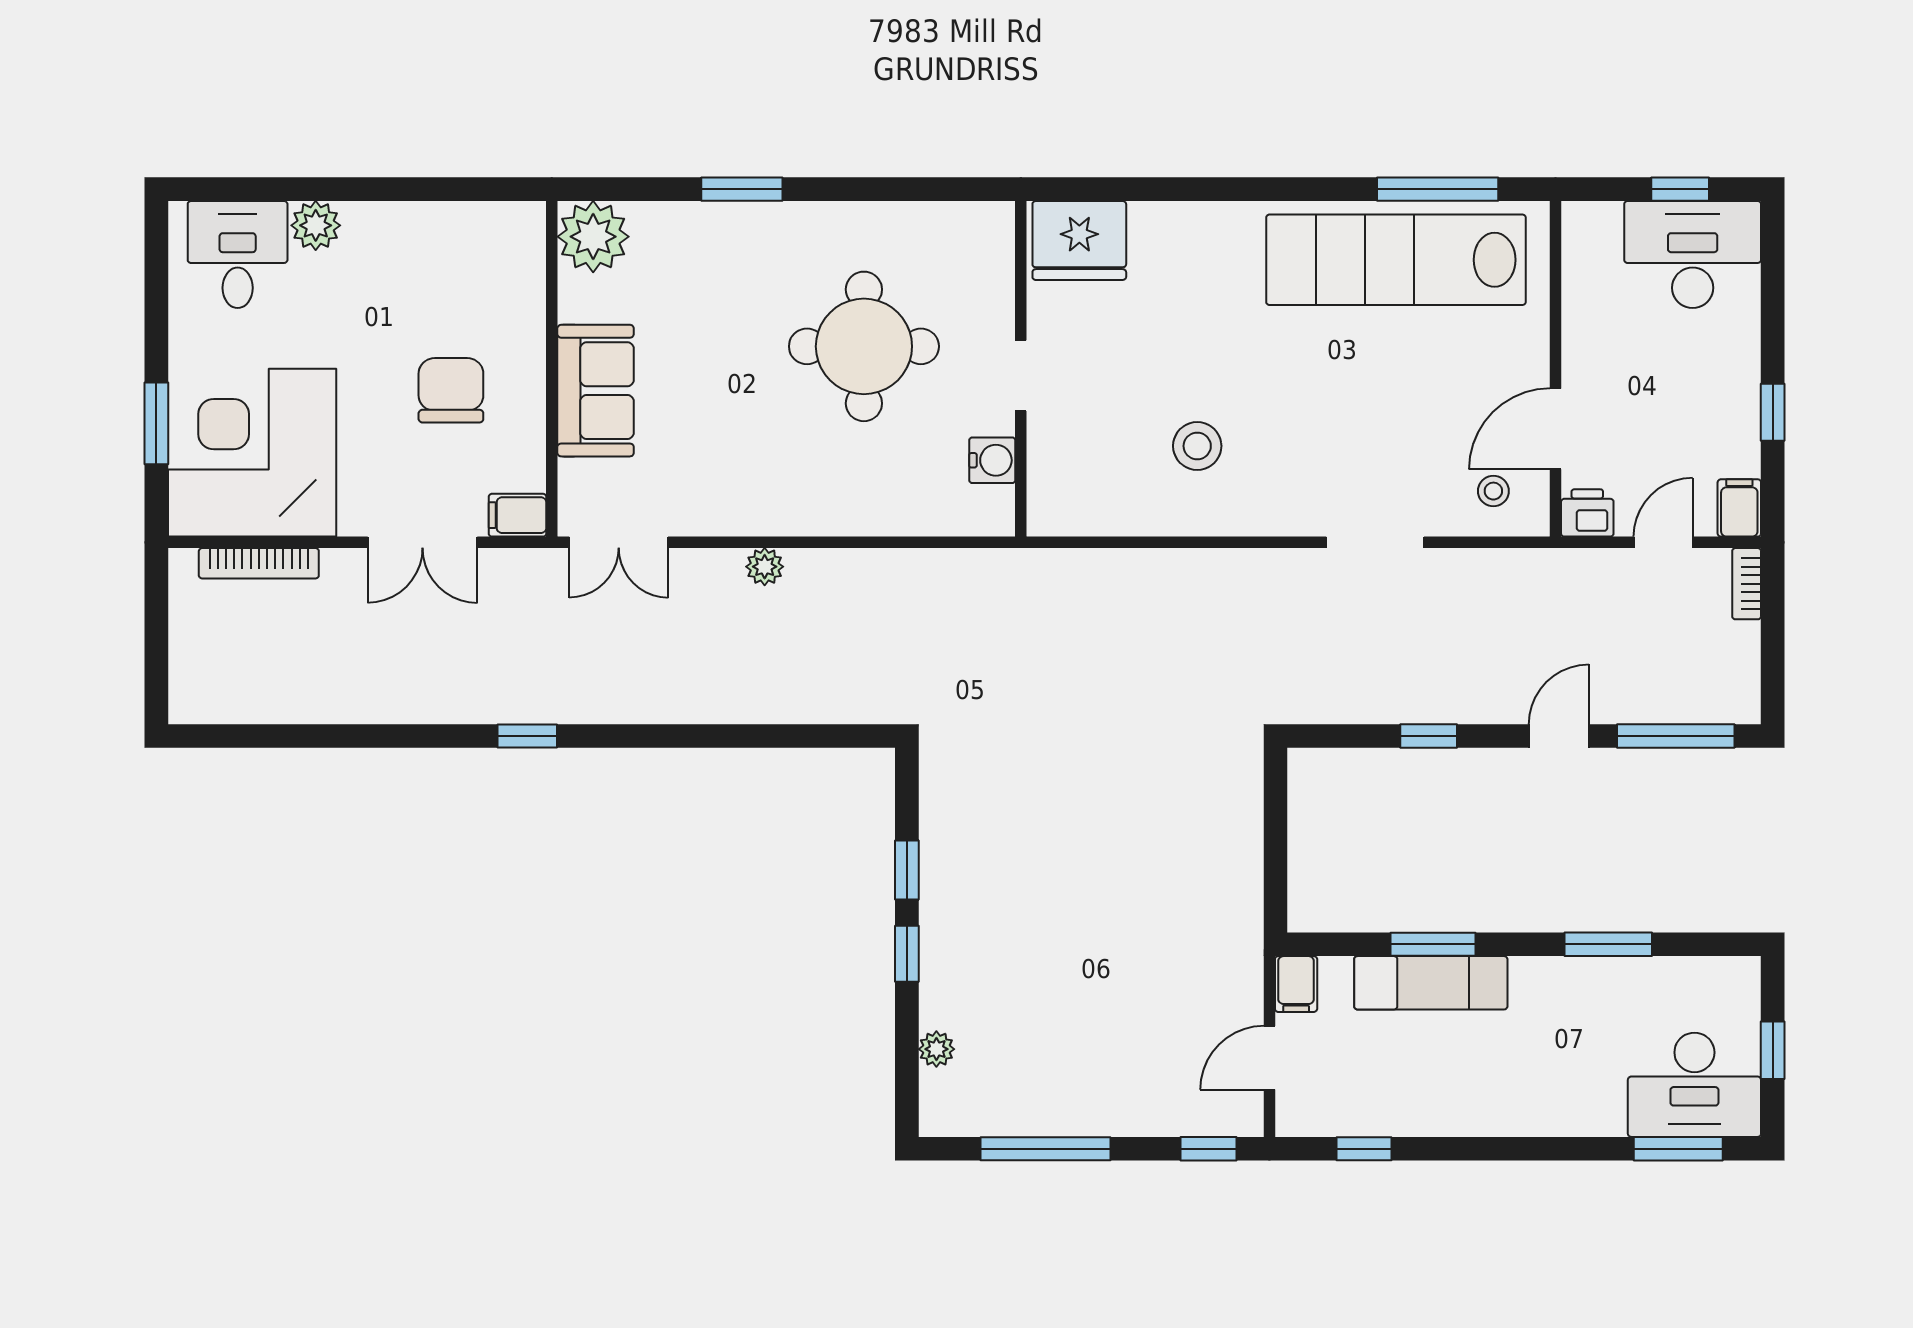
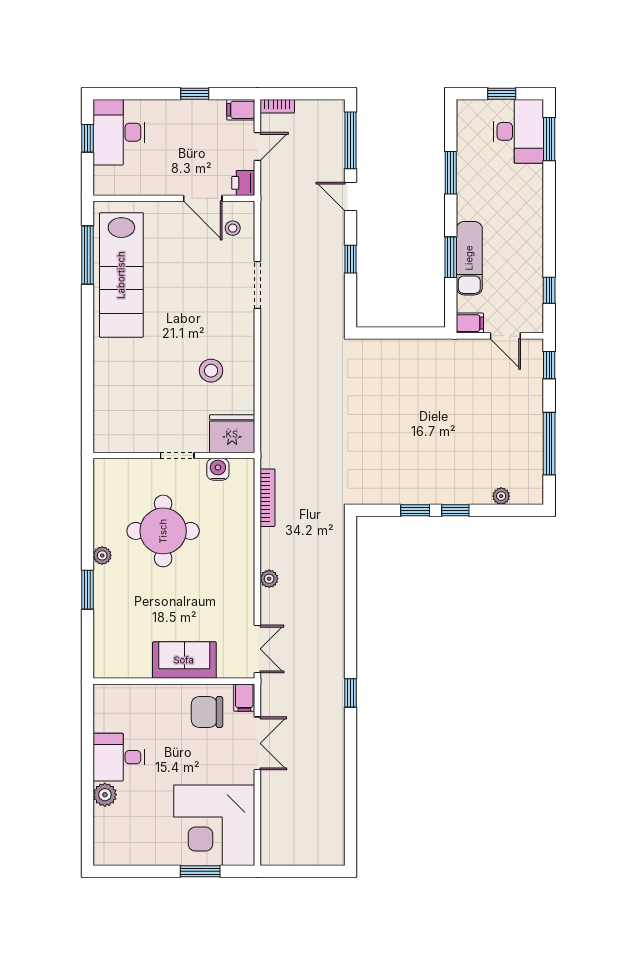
plant: (593, 237) -> (102, 555), moved, width x0.53, depth x0.53
fridge: (1079, 240) -> (232, 434), moved, turned -90
desk: (238, 255) -> (119, 757), moved
chair: (451, 390) -> (207, 712), moved
door: (1663, 542) -> (257, 146), swing flipped
bookcase: (259, 563) -> (267, 498), moved

